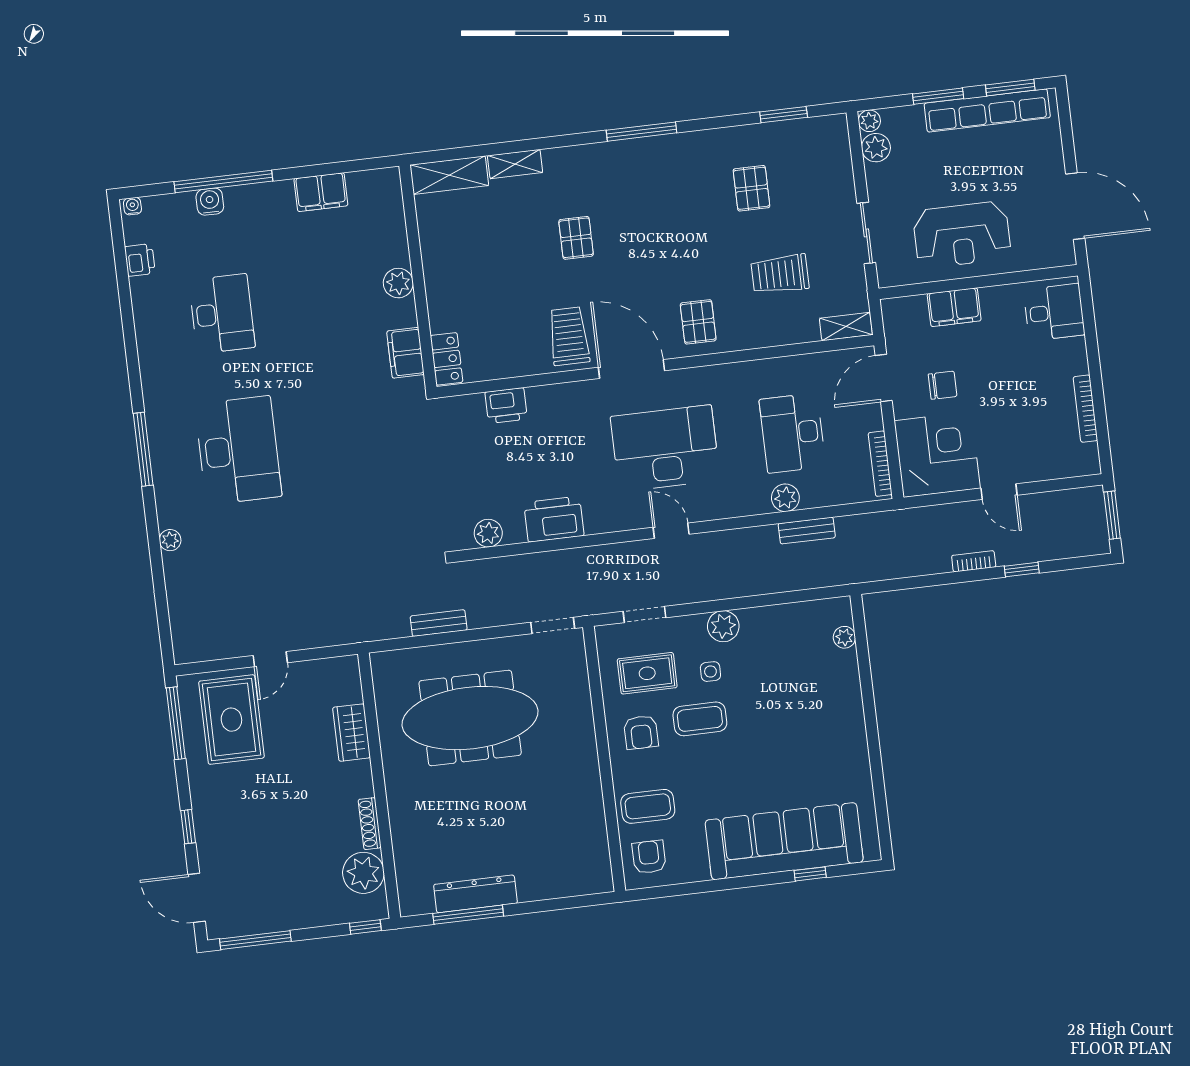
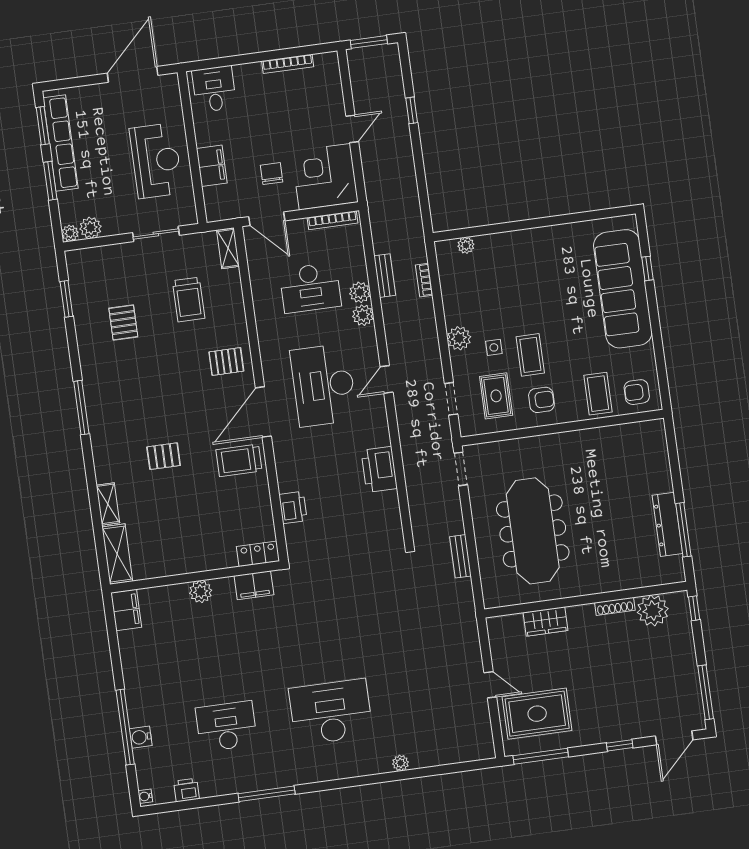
pallet: (751, 188) -> (123, 322), turned 90
filing cabinet: (321, 192) -> (126, 610), moved
window: (143, 449) -> (267, 794), moved
plant: (488, 533) -> (363, 315), moved
bookcase: (974, 561) -> (424, 280), moved

